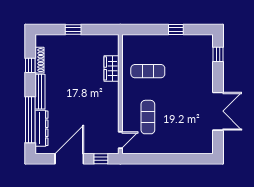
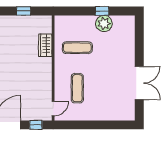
window: (73, 30) -> (24, 11), moved
plant: (178, 44) -> (104, 24), added
window: (218, 54) -> (139, 33), removed

